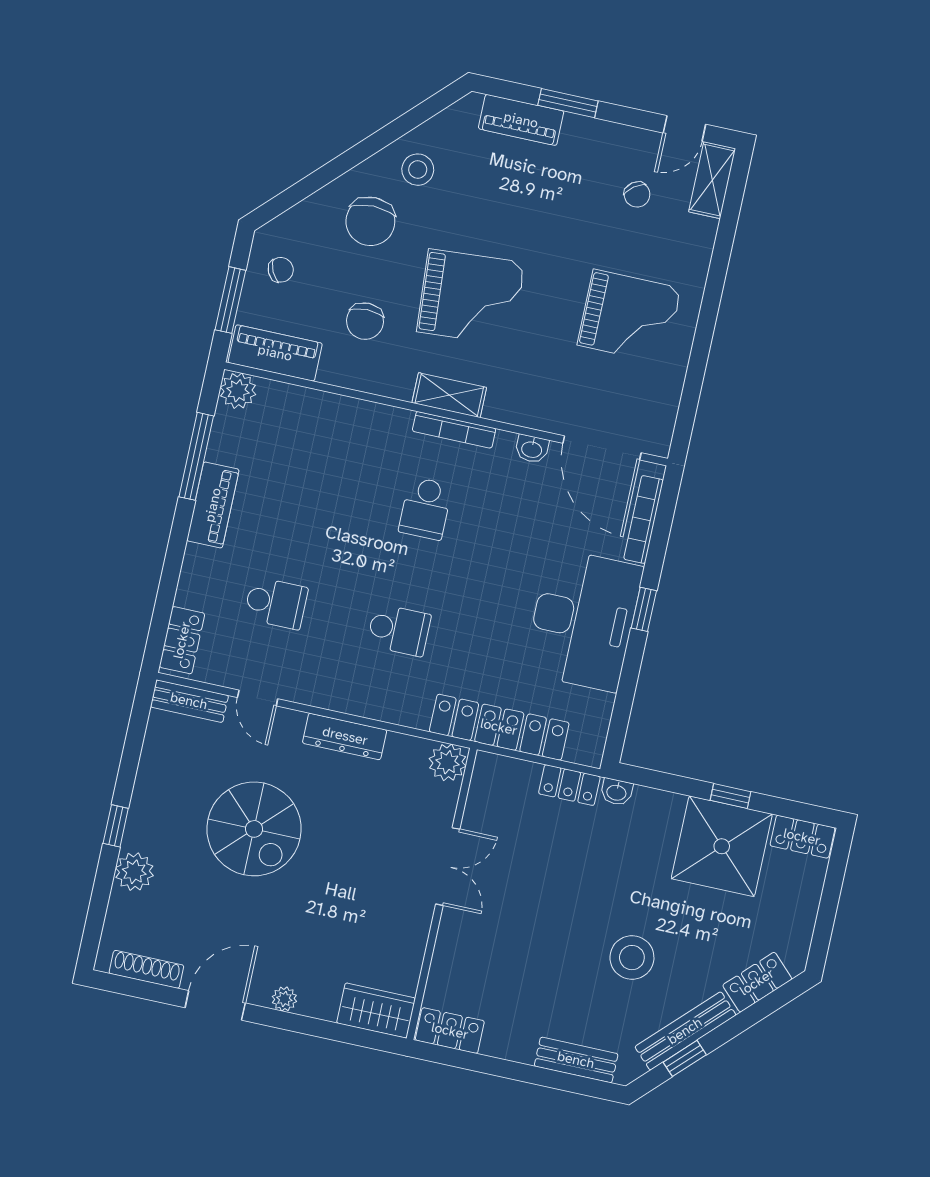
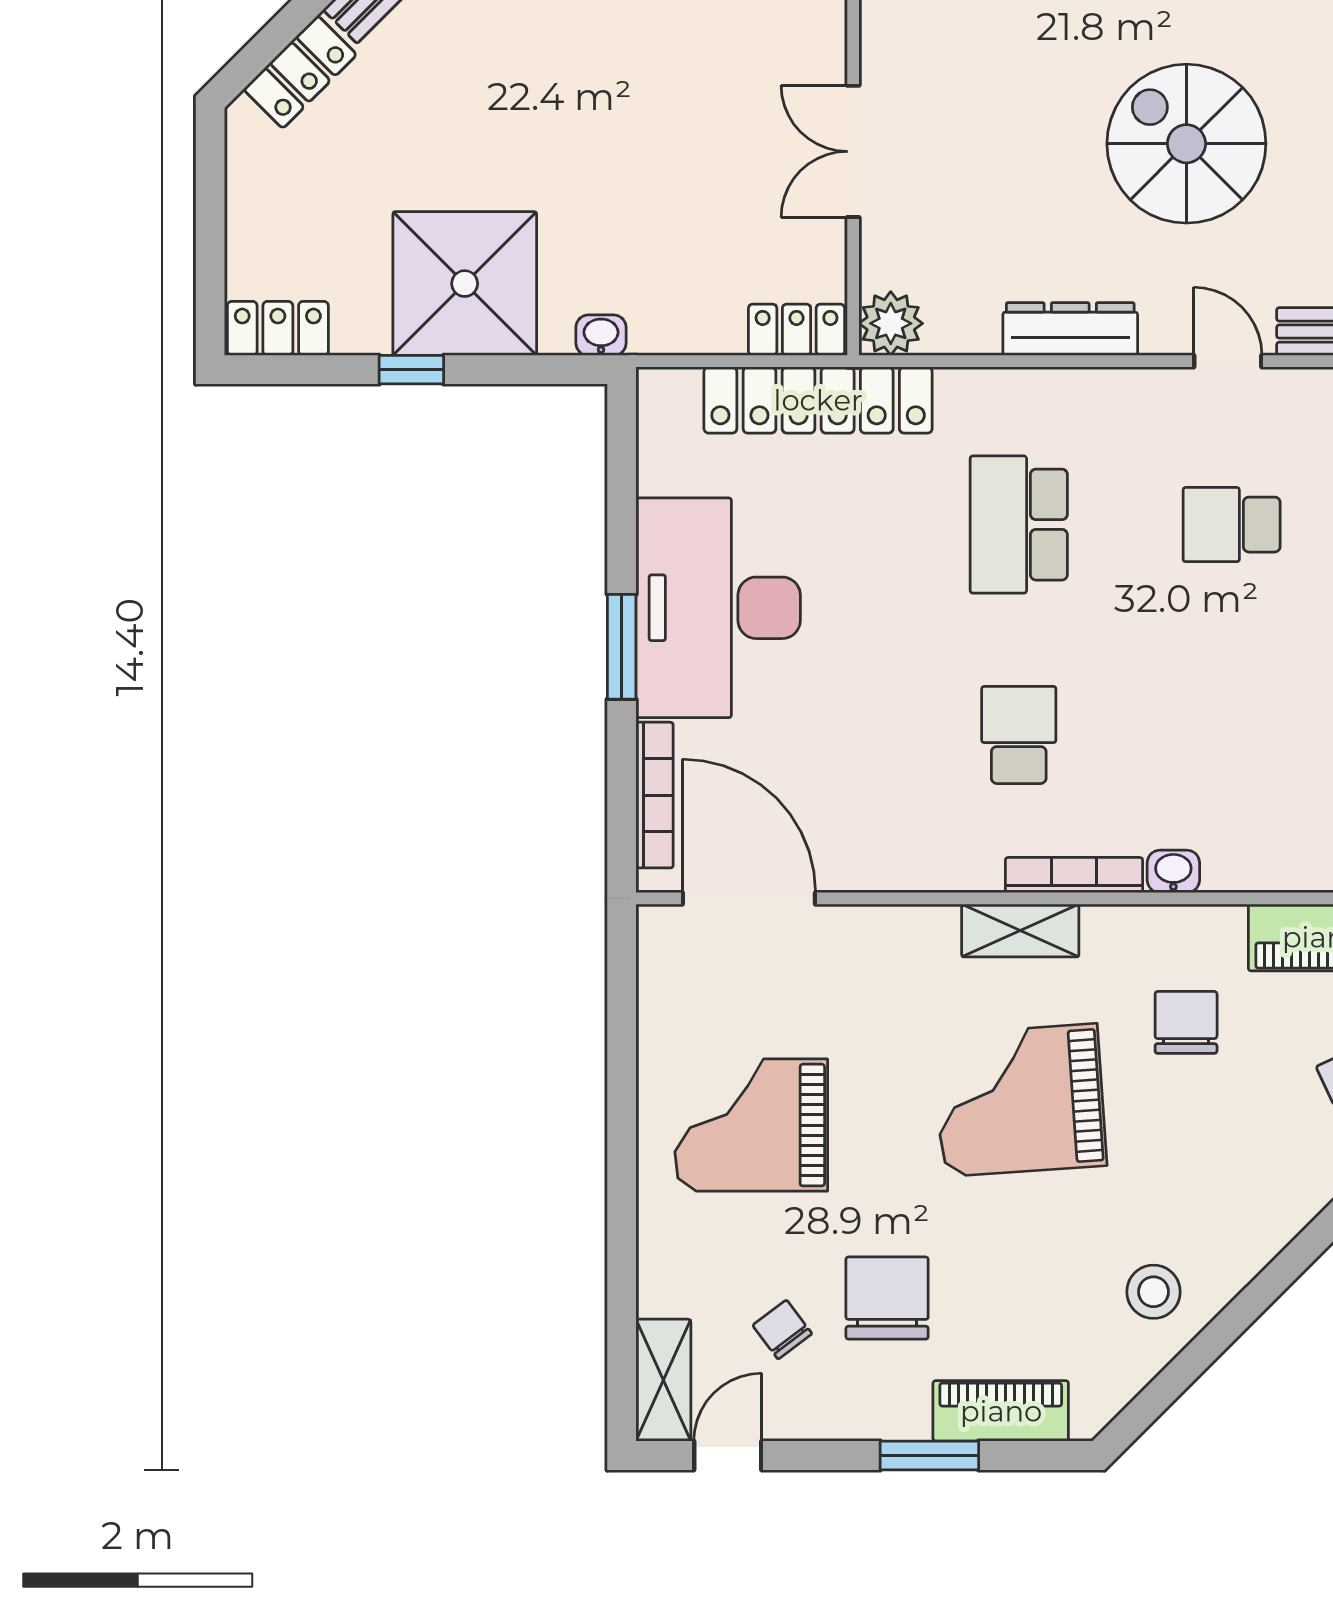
chair: (370, 221) -> (887, 1298), moved
bookcase: (454, 430) -> (1074, 875), moved
washbasin: (532, 449) -> (1173, 871), moved
window: (644, 609) -> (622, 647), width x1.50
school desk: (399, 630) -> (1019, 525), width x1.85
locker: (569, 785) -> (797, 330), moved
shower: (722, 846) -> (465, 284), moved
stool: (632, 958) -> (516, 67), removed

